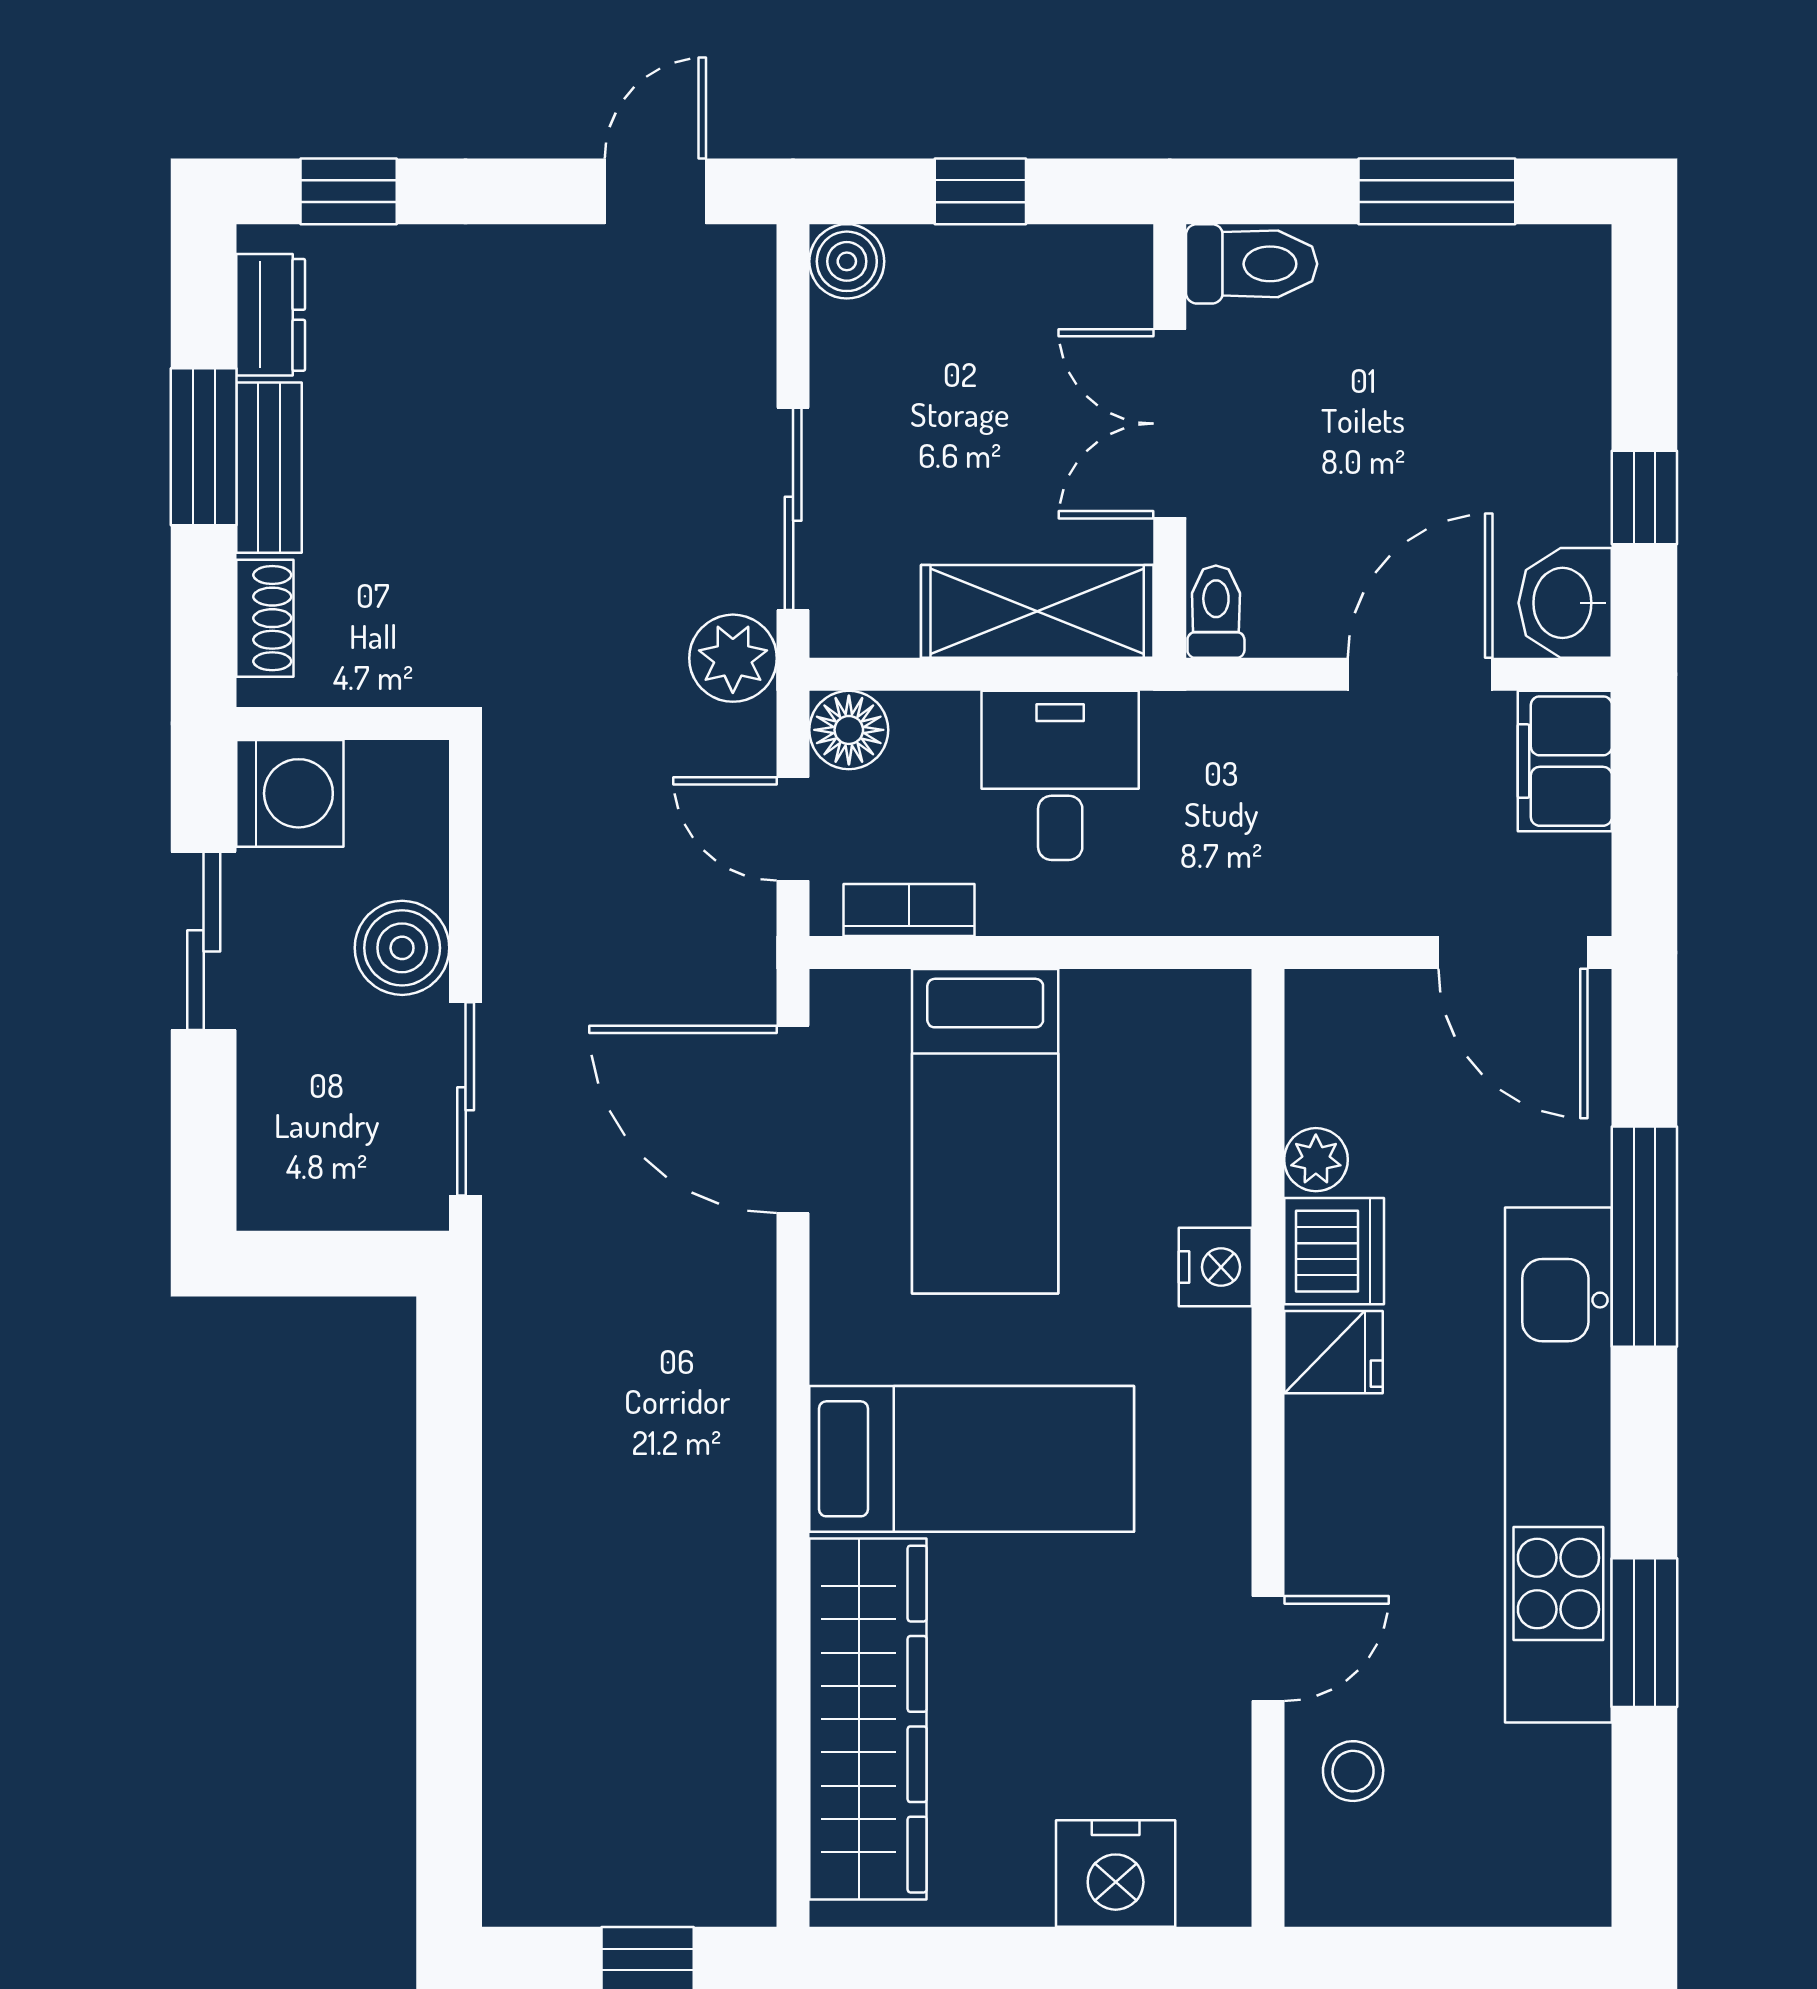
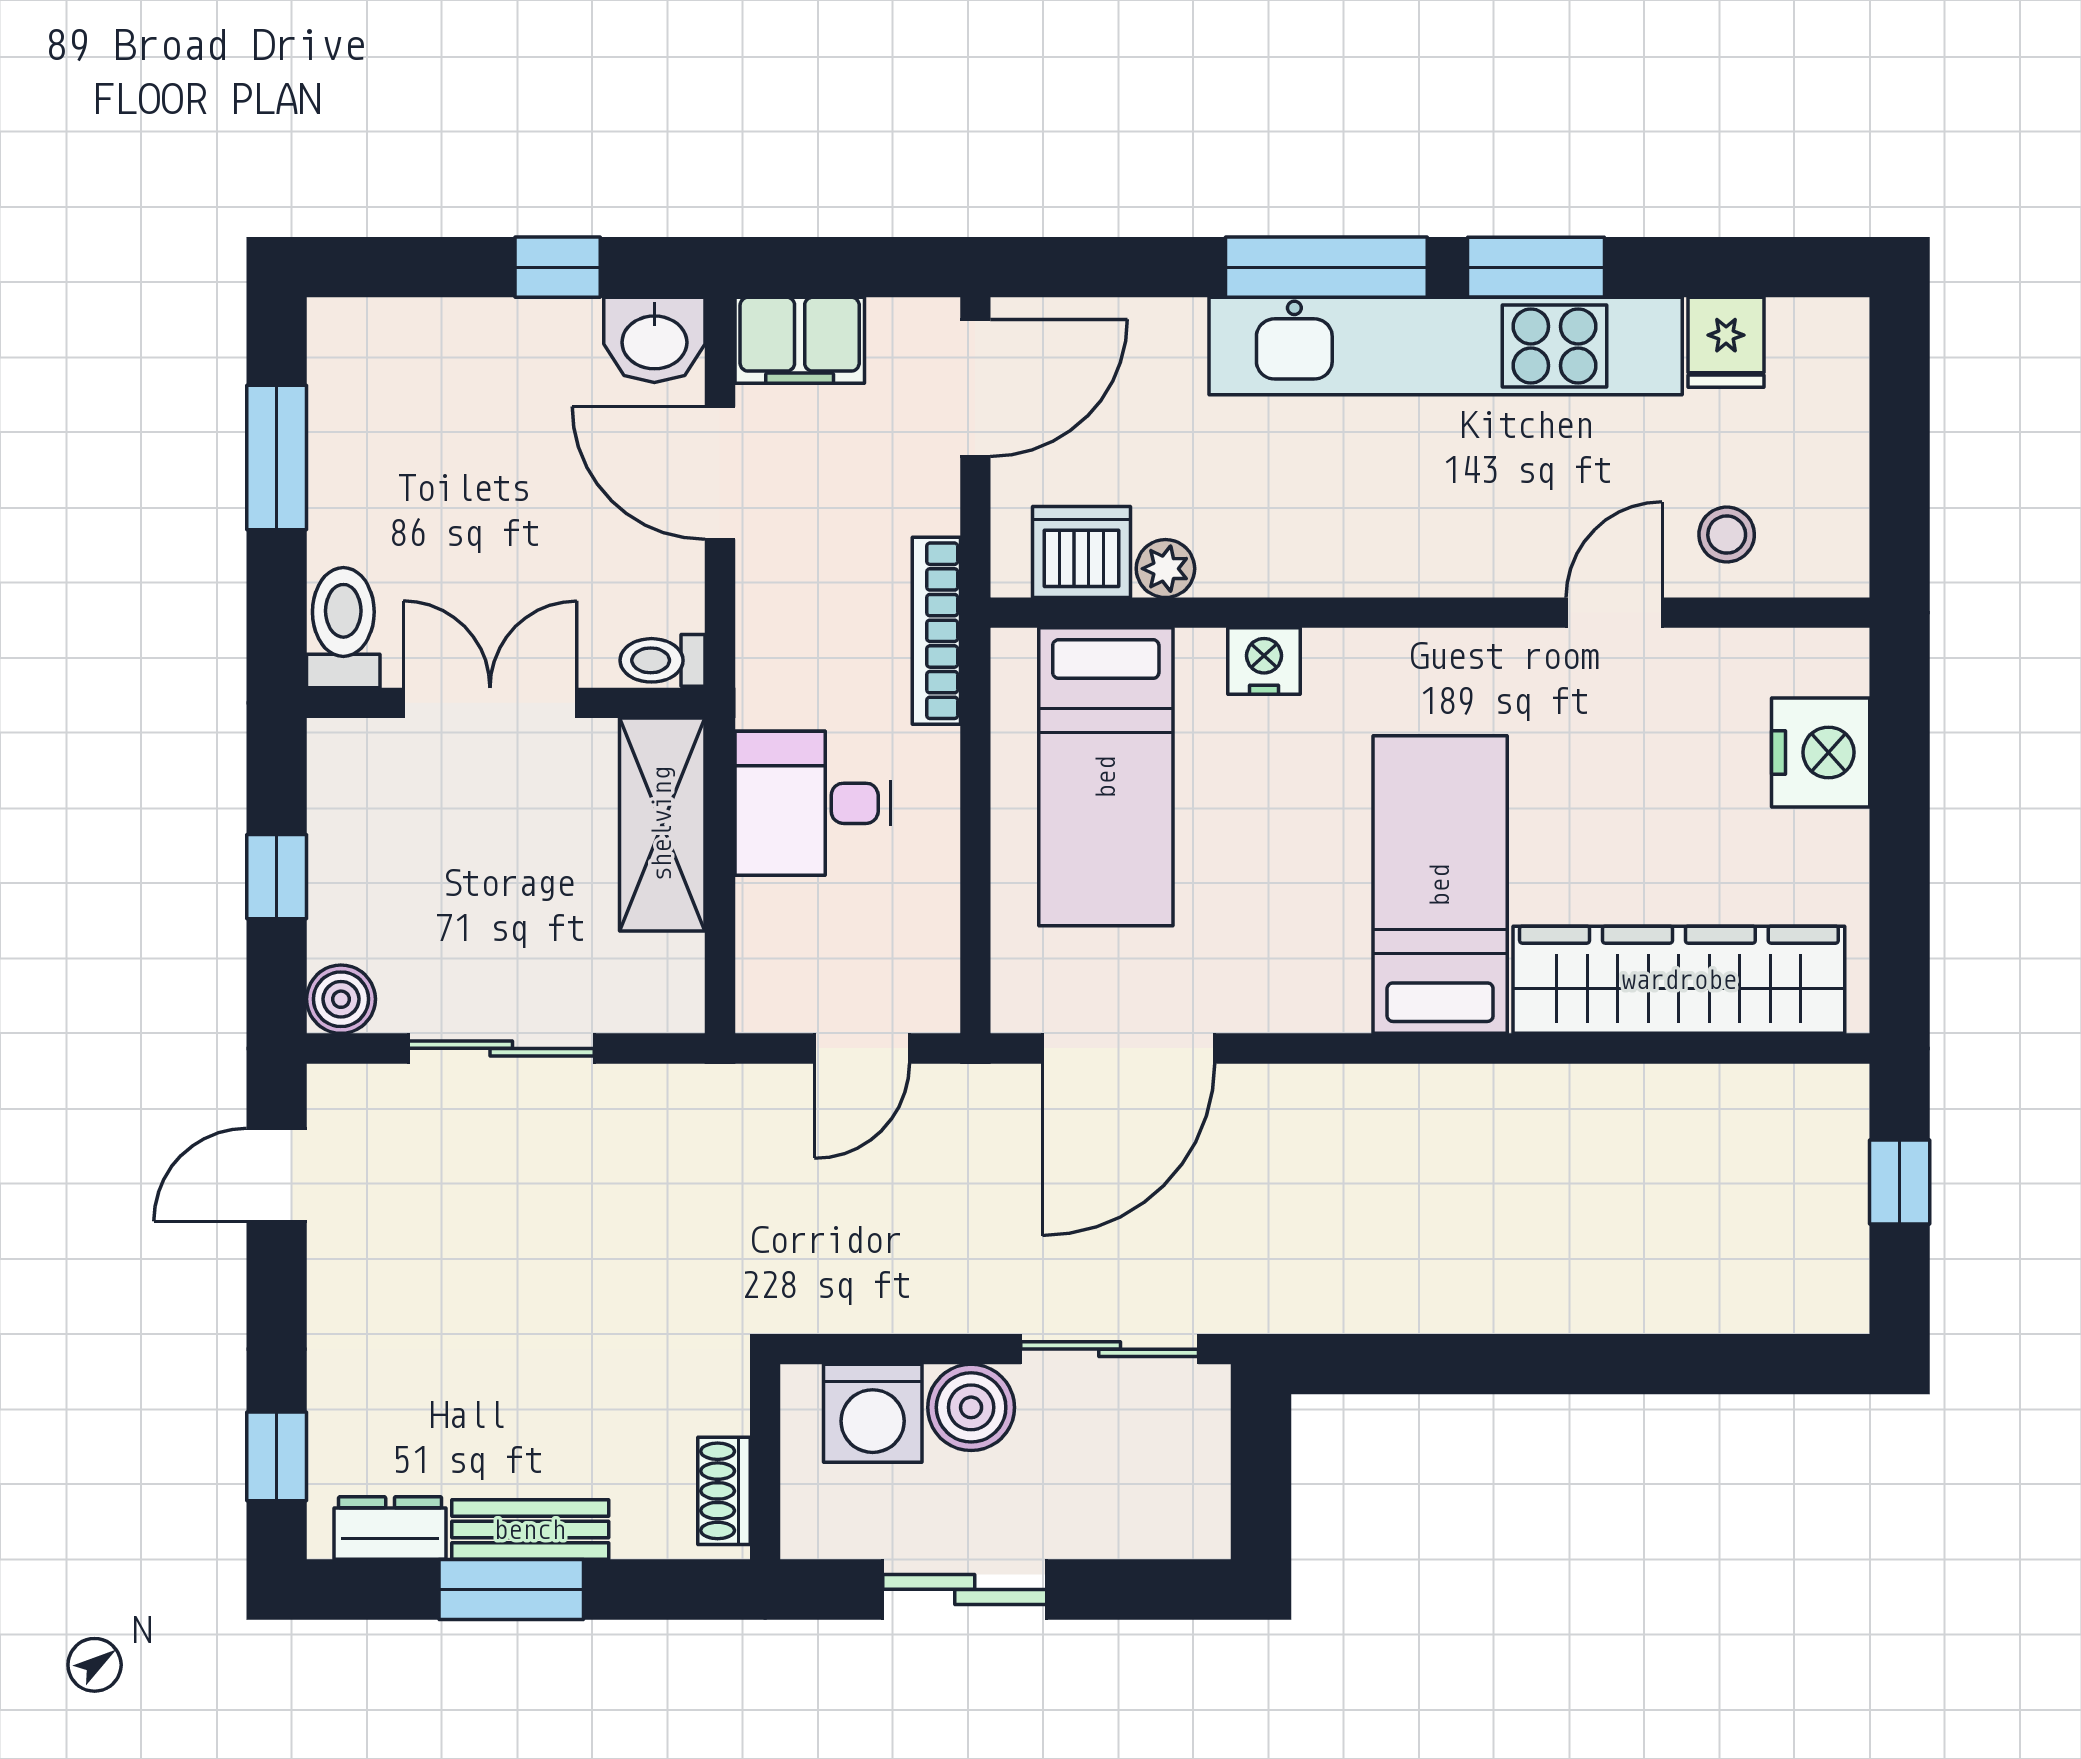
door: (655, 191) -> (277, 1175), hinge flipped
double door: (1170, 424) -> (490, 703), swing flipped
sliding door: (793, 509) -> (501, 1048), moved
shoe rack: (265, 618) -> (724, 1491), moved, turned -90
plant: (733, 658) -> (705, 1104), removed
floor lamp: (849, 730) -> (771, 997), removed
washing machine: (290, 793) -> (873, 1413), moved, turned 180
bookcase: (909, 910) -> (936, 631), moved, width x1.56
bed: (985, 1131) -> (1106, 777), moved, turned 90
window: (1644, 1237) -> (1326, 267), moved
dishwasher: (1334, 1251) -> (1082, 552), moved
fridge: (1333, 1352) -> (1726, 342), moved, turned 180
window: (1644, 1633) -> (1536, 267), moved
door: (1268, 1649) -> (1614, 613), hinge flipped

